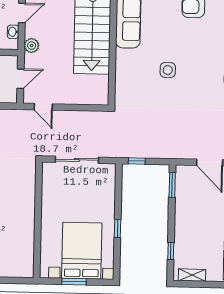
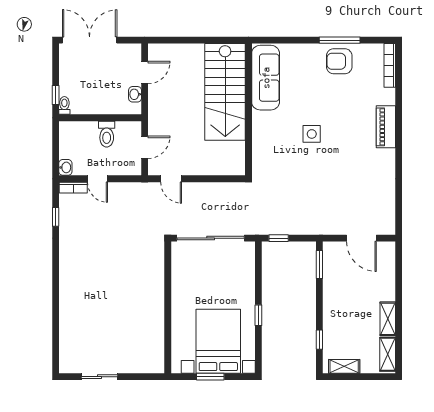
plant: (32, 46) -> (156, 109), removed
sliding door: (77, 160) -> (211, 238), width x1.36

